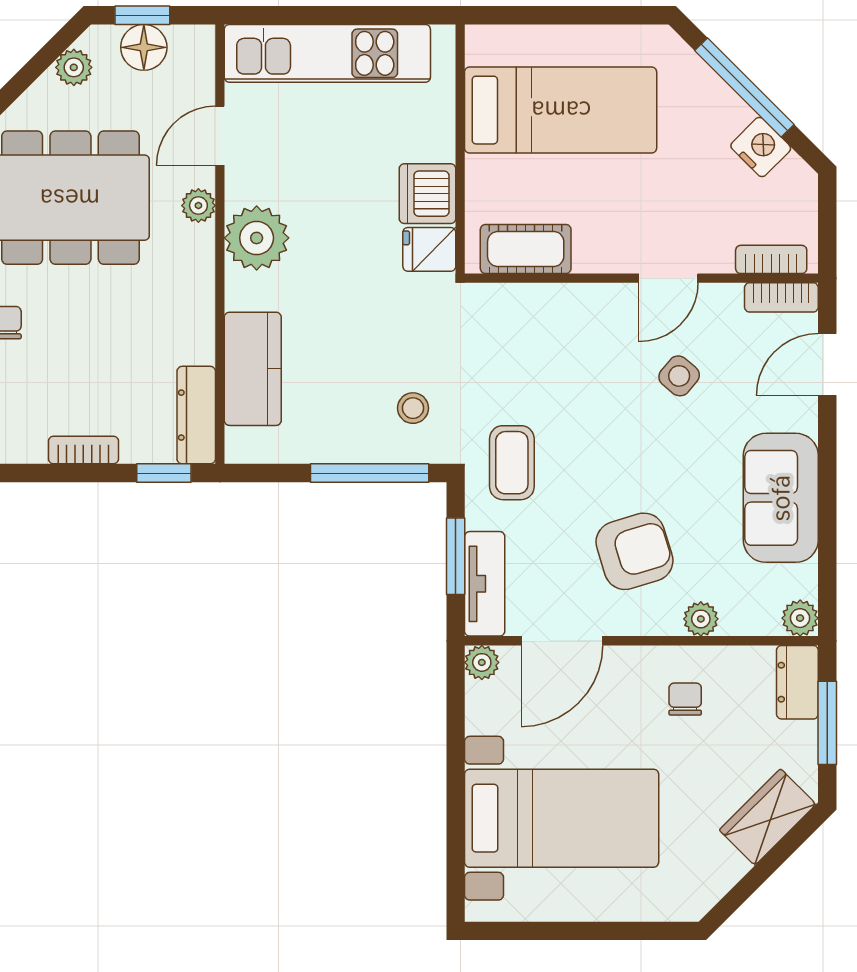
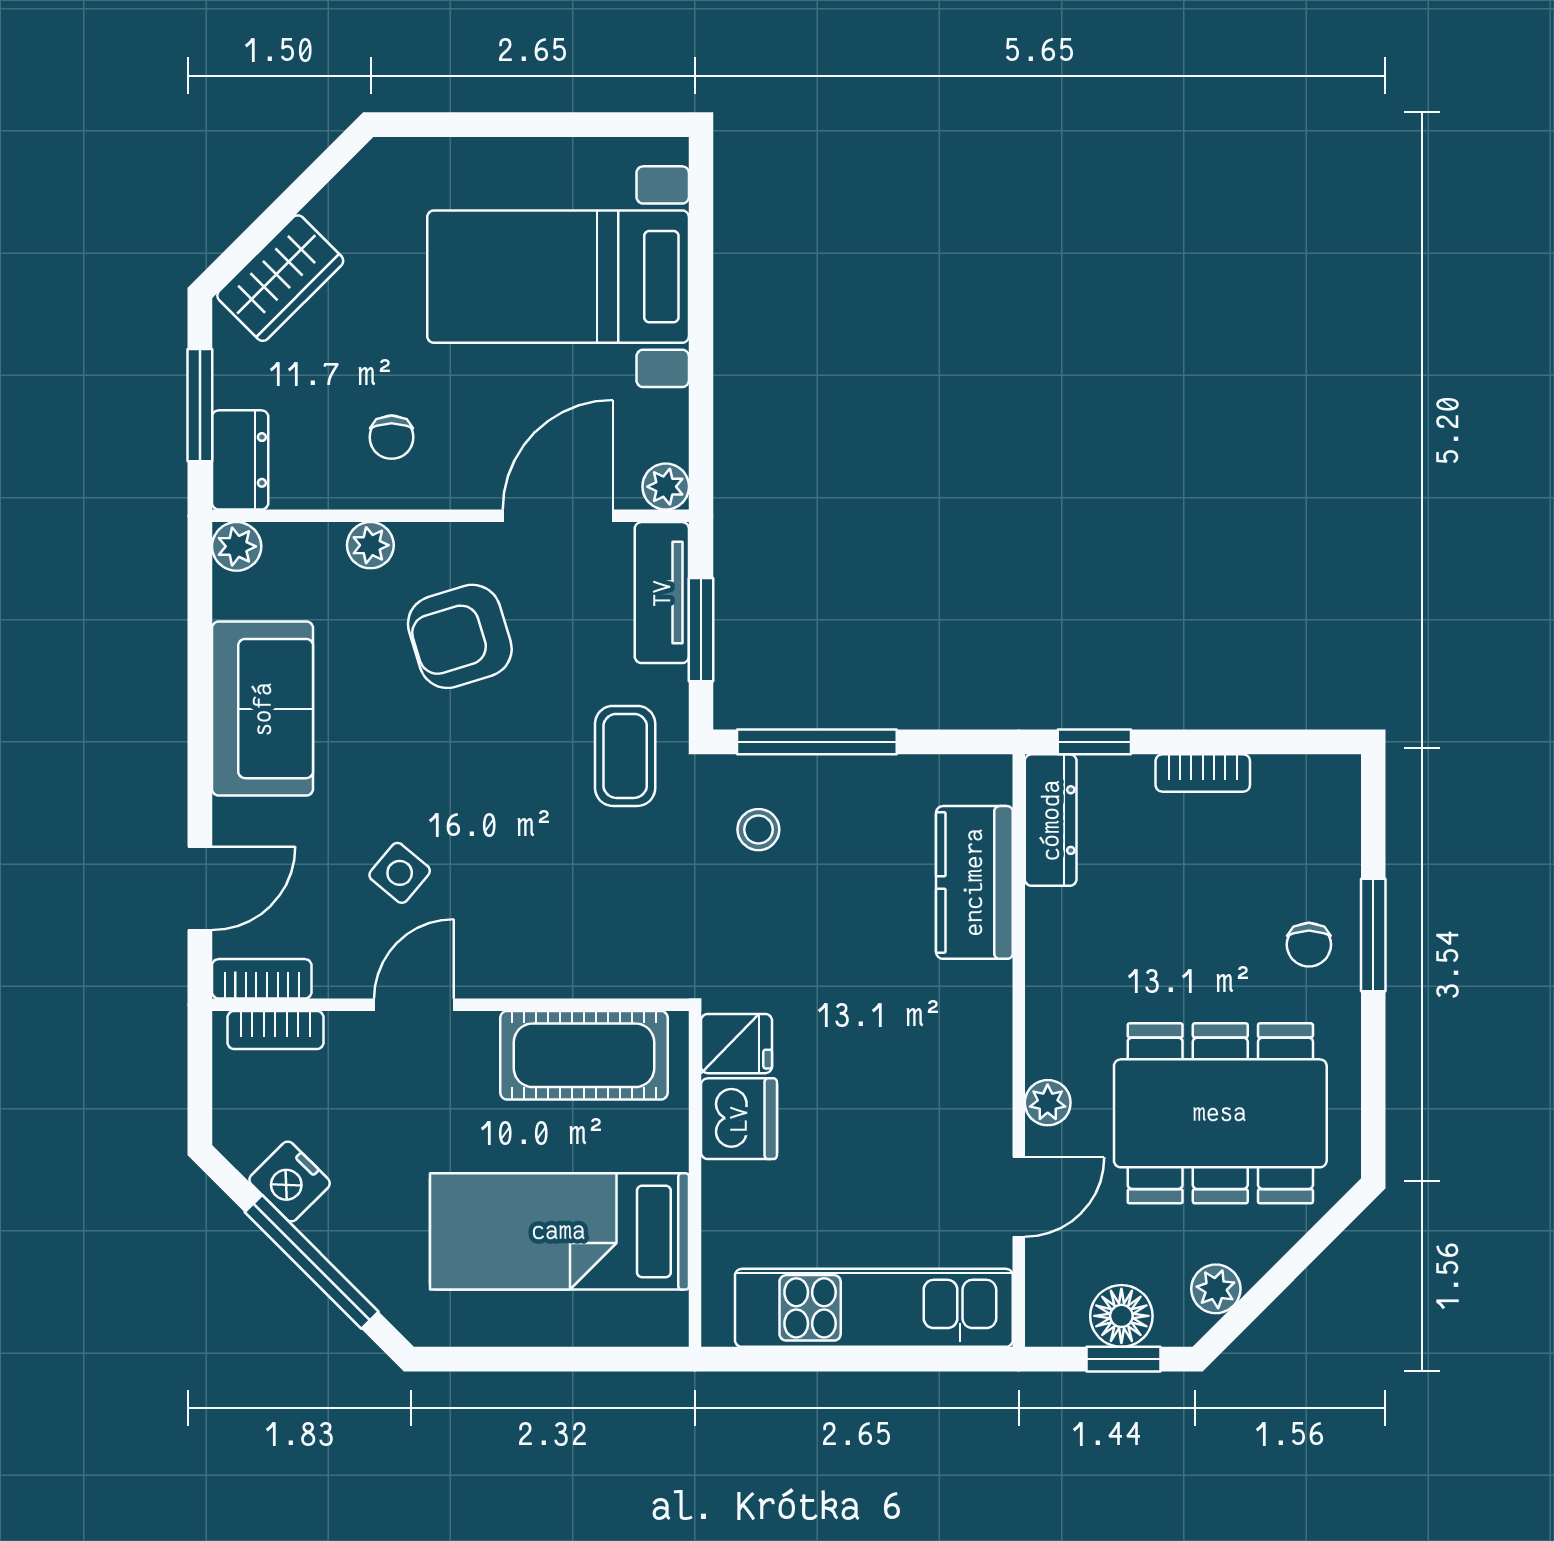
plant: (257, 238) -> (969, 1059), removed
cot: (526, 249) -> (584, 1055), width x1.37, depth x1.34

